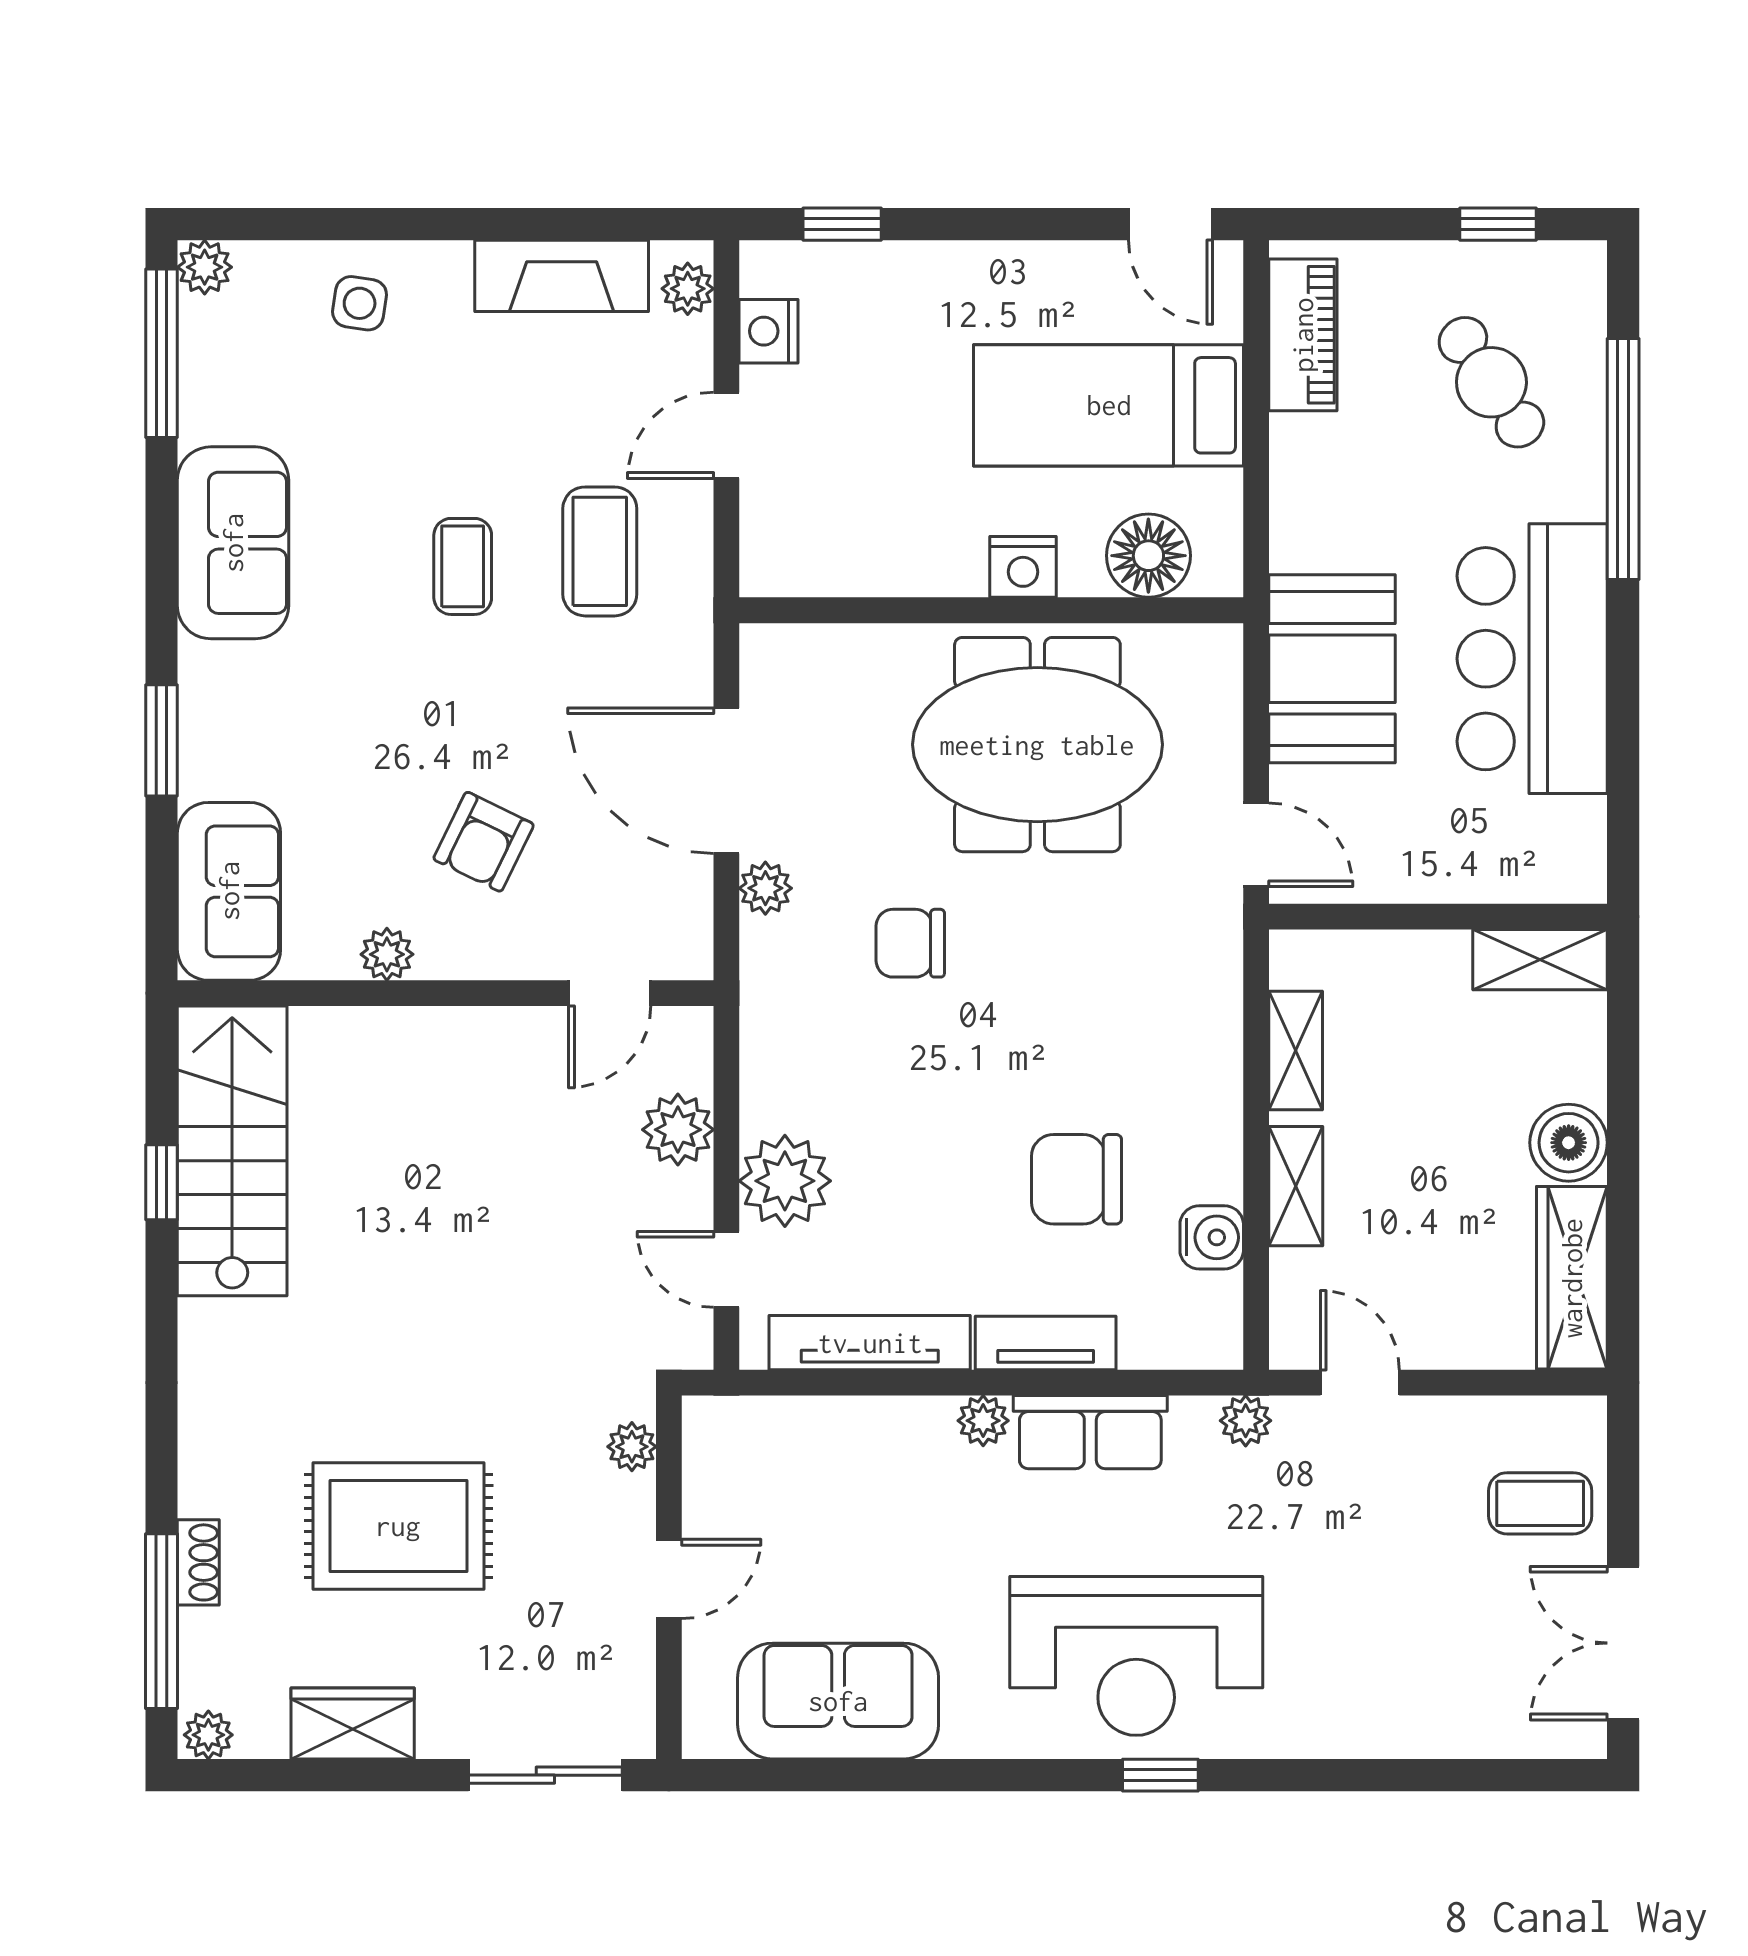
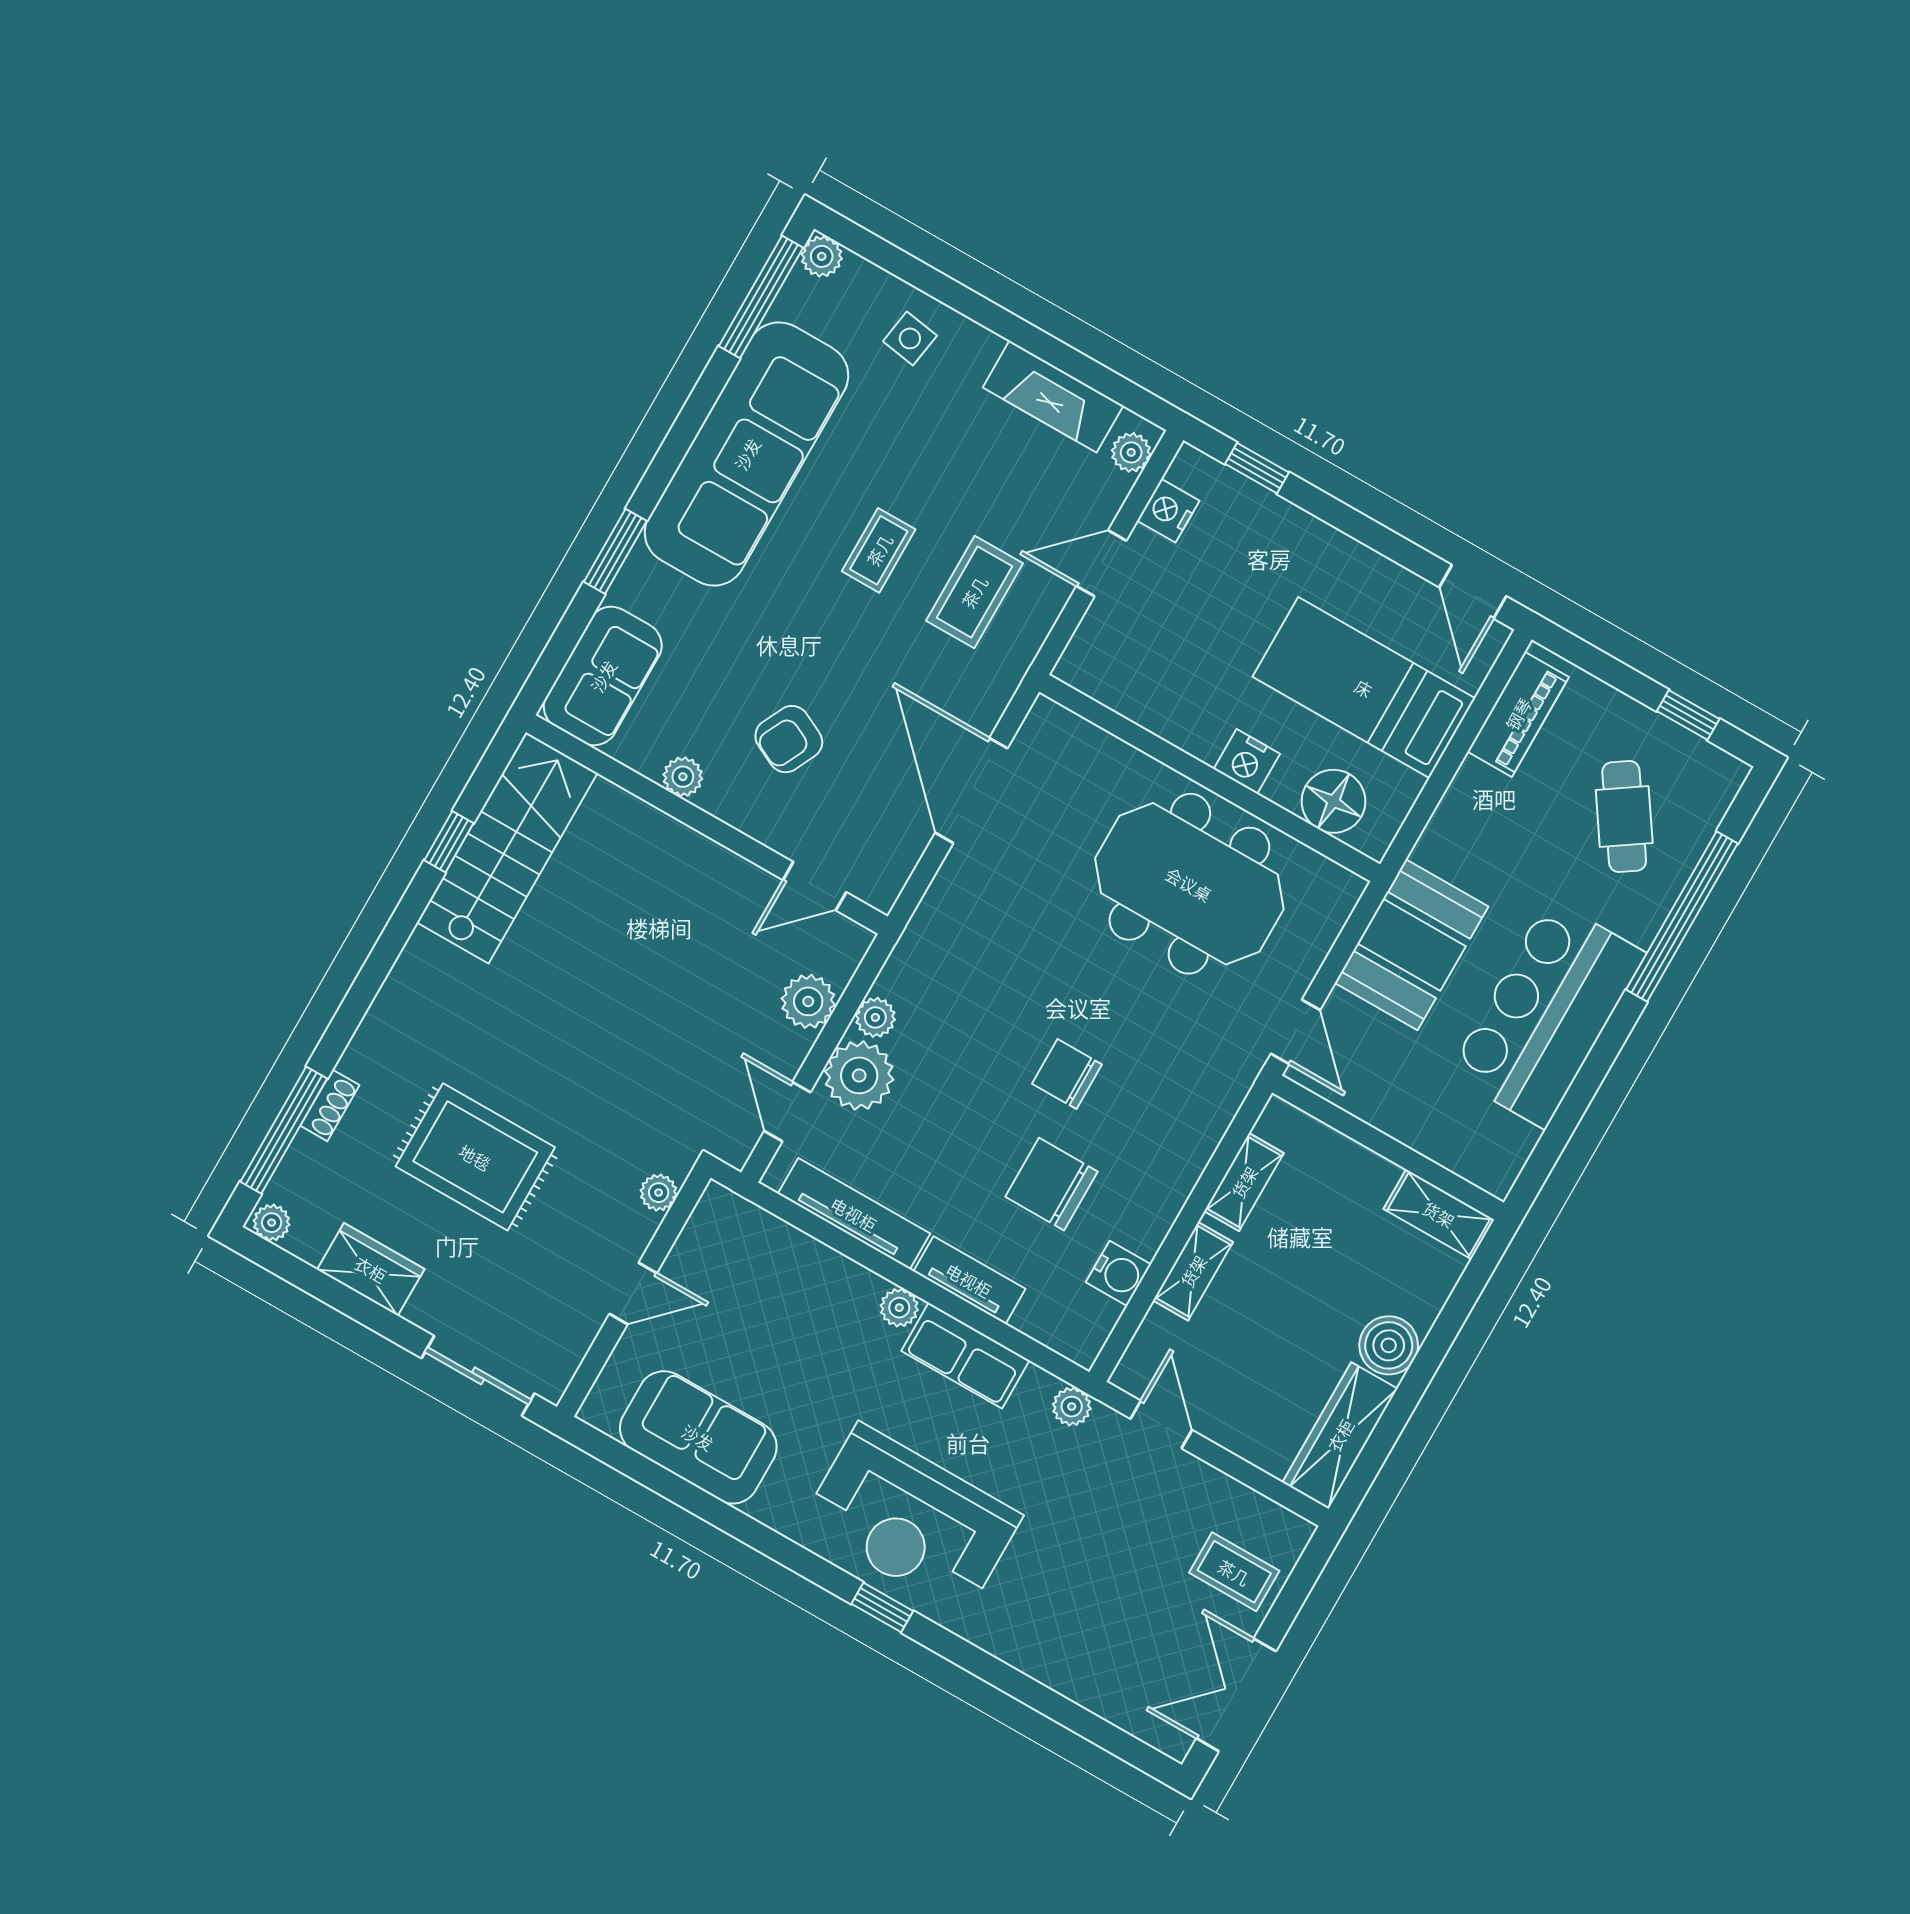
sofa: (233, 543) -> (747, 454), width x1.85, depth x1.27
plant: (765, 888) -> (875, 1017), moved
chair: (910, 943) -> (1067, 1074), moved

